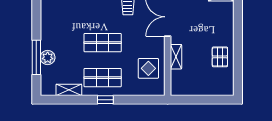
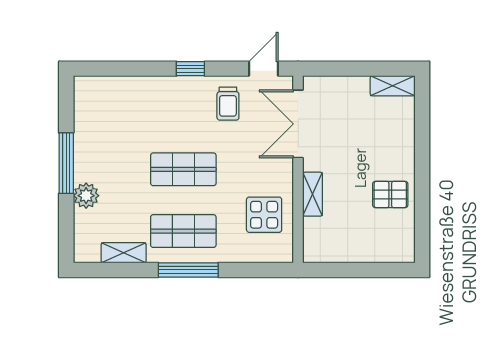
window: (36, 57) -> (66, 163), moved
pallet: (220, 57) -> (390, 194), turned 90
window: (105, 100) -> (188, 270), width x2.17

